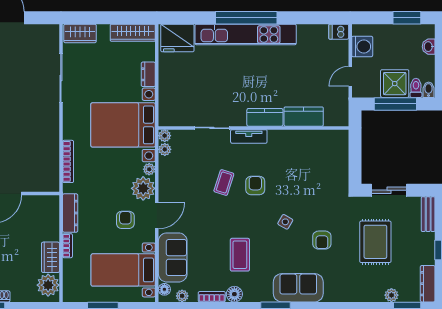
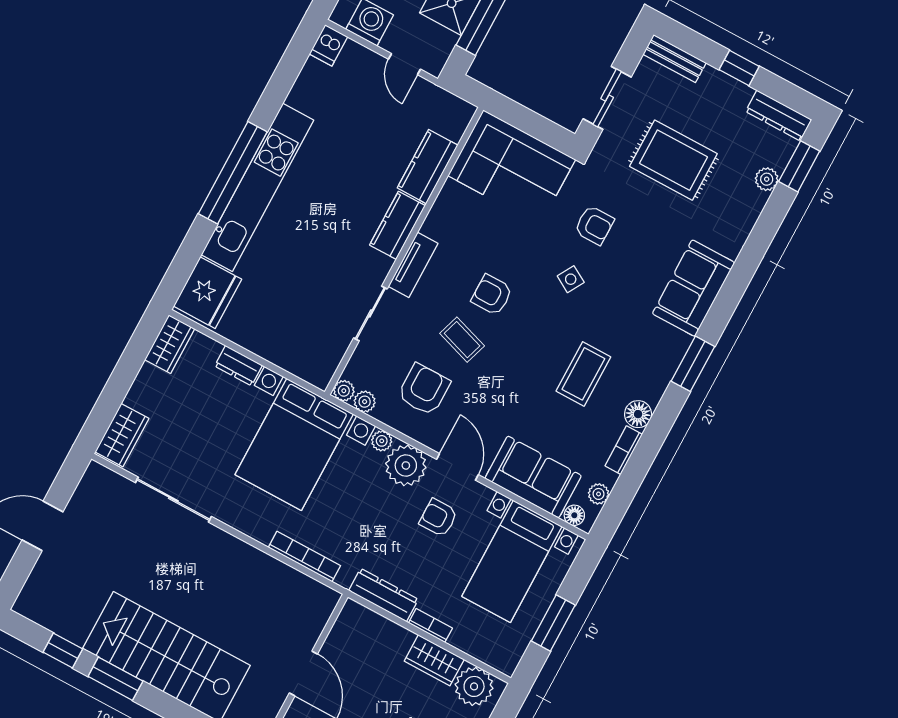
wardrobe: (133, 33) -> (170, 344), width x0.67
corner sofa: (327, 160) -> (512, 168), added
armchair: (187, 177) -> (424, 389), added
armchair: (322, 240) -> (594, 225), moved
coffee table: (240, 255) -> (583, 374), turned 90
sofa: (298, 288) -> (694, 288), moved

